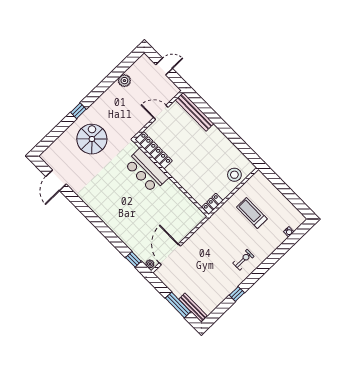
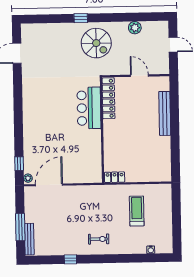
bench: (195, 112) -> (165, 113), moved
spiral stairs: (92, 139) -> (96, 43), moved, turned 90
stool: (234, 175) -> (150, 171), removed

